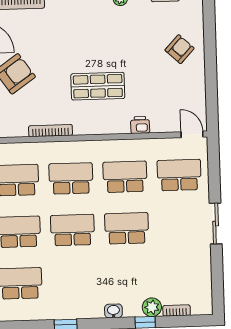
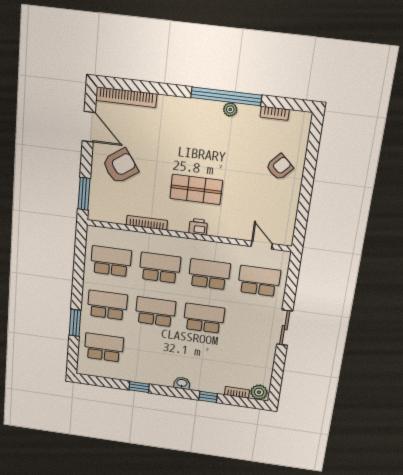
printer: (140, 125) -> (198, 227), moved
door: (192, 134) -> (262, 245), moved
plant: (152, 307) -> (259, 392), moved

